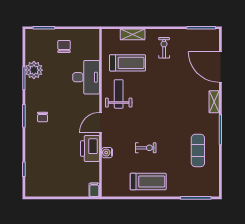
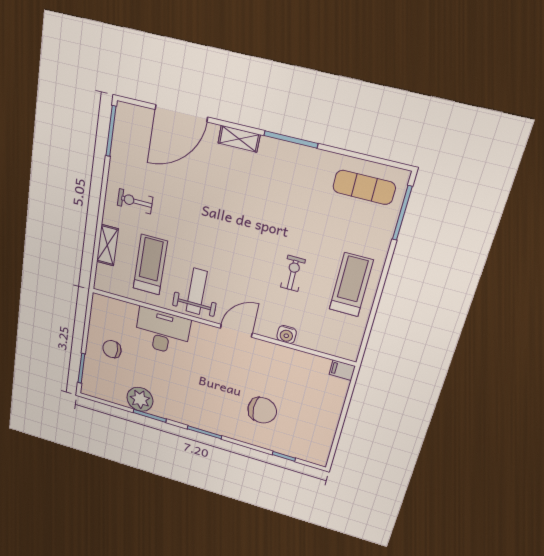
weight bench: (119, 94) -> (197, 291), turned 90
chair: (43, 117) -> (262, 410), moved, width x1.87, depth x1.87
door: (101, 123) -> (236, 331), swing flipped
printer: (90, 149) -> (274, 357), removed
exercise mat: (198, 150) -> (364, 187), moved

